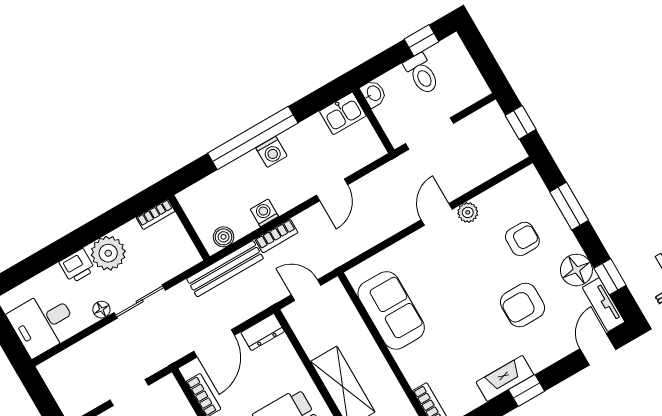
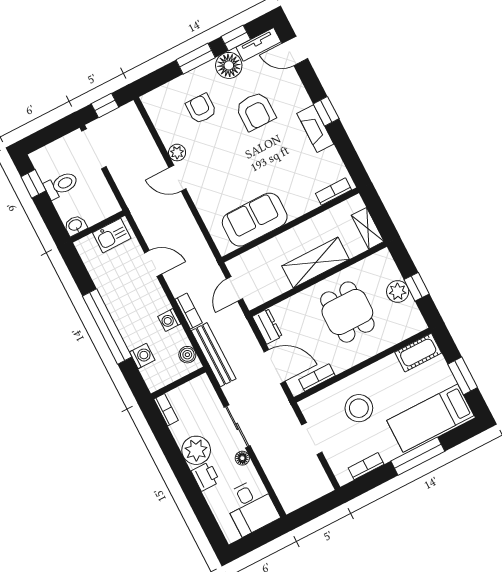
kitchen sink: (343, 113) -> (112, 236), moved, turned 90
doorway: (430, 133) -> (94, 149), moved
washing machine: (272, 152) -> (142, 356), moved
window: (569, 206) -> (196, 59), moved

